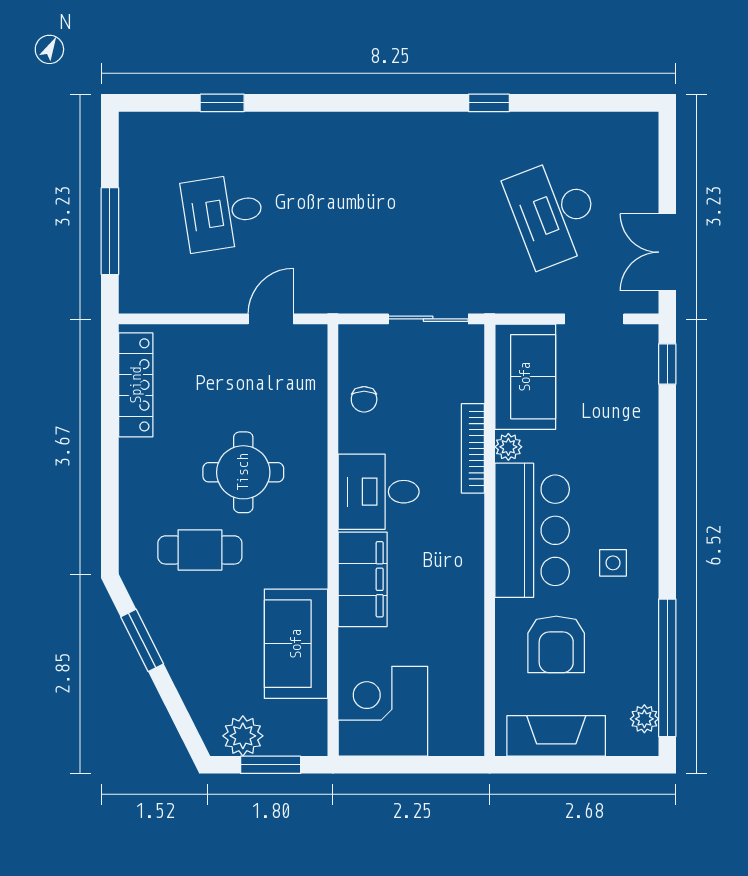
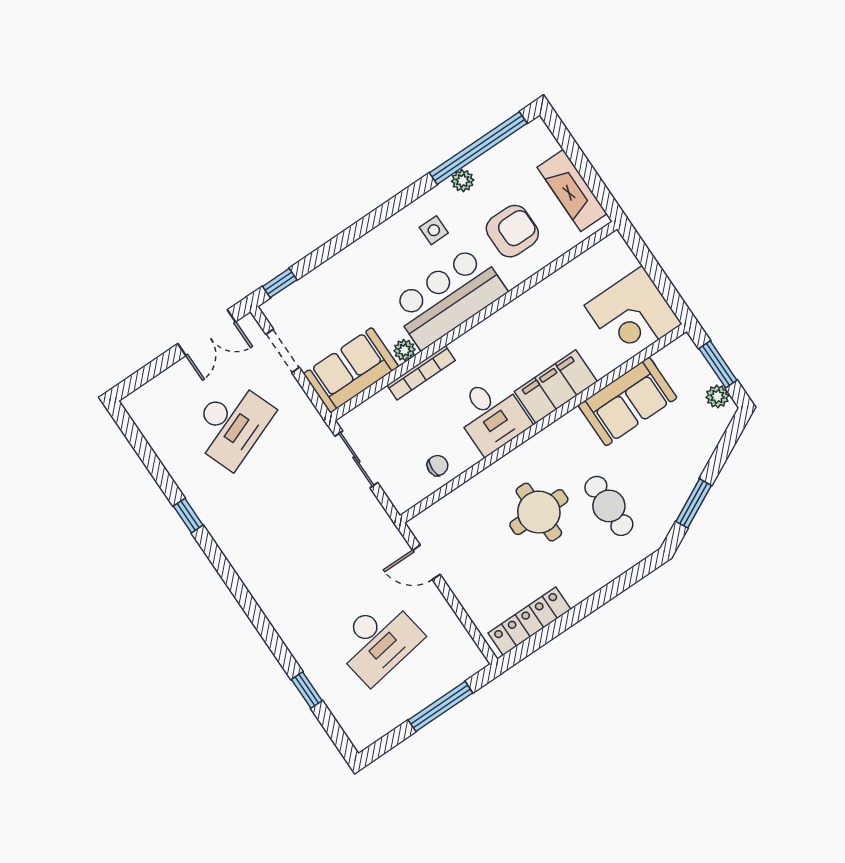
desk: (223, 213) -> (378, 641), width x1.37
plant: (644, 719) -> (463, 181), moved
plant: (243, 736) -> (717, 396), width x0.73, depth x0.73

